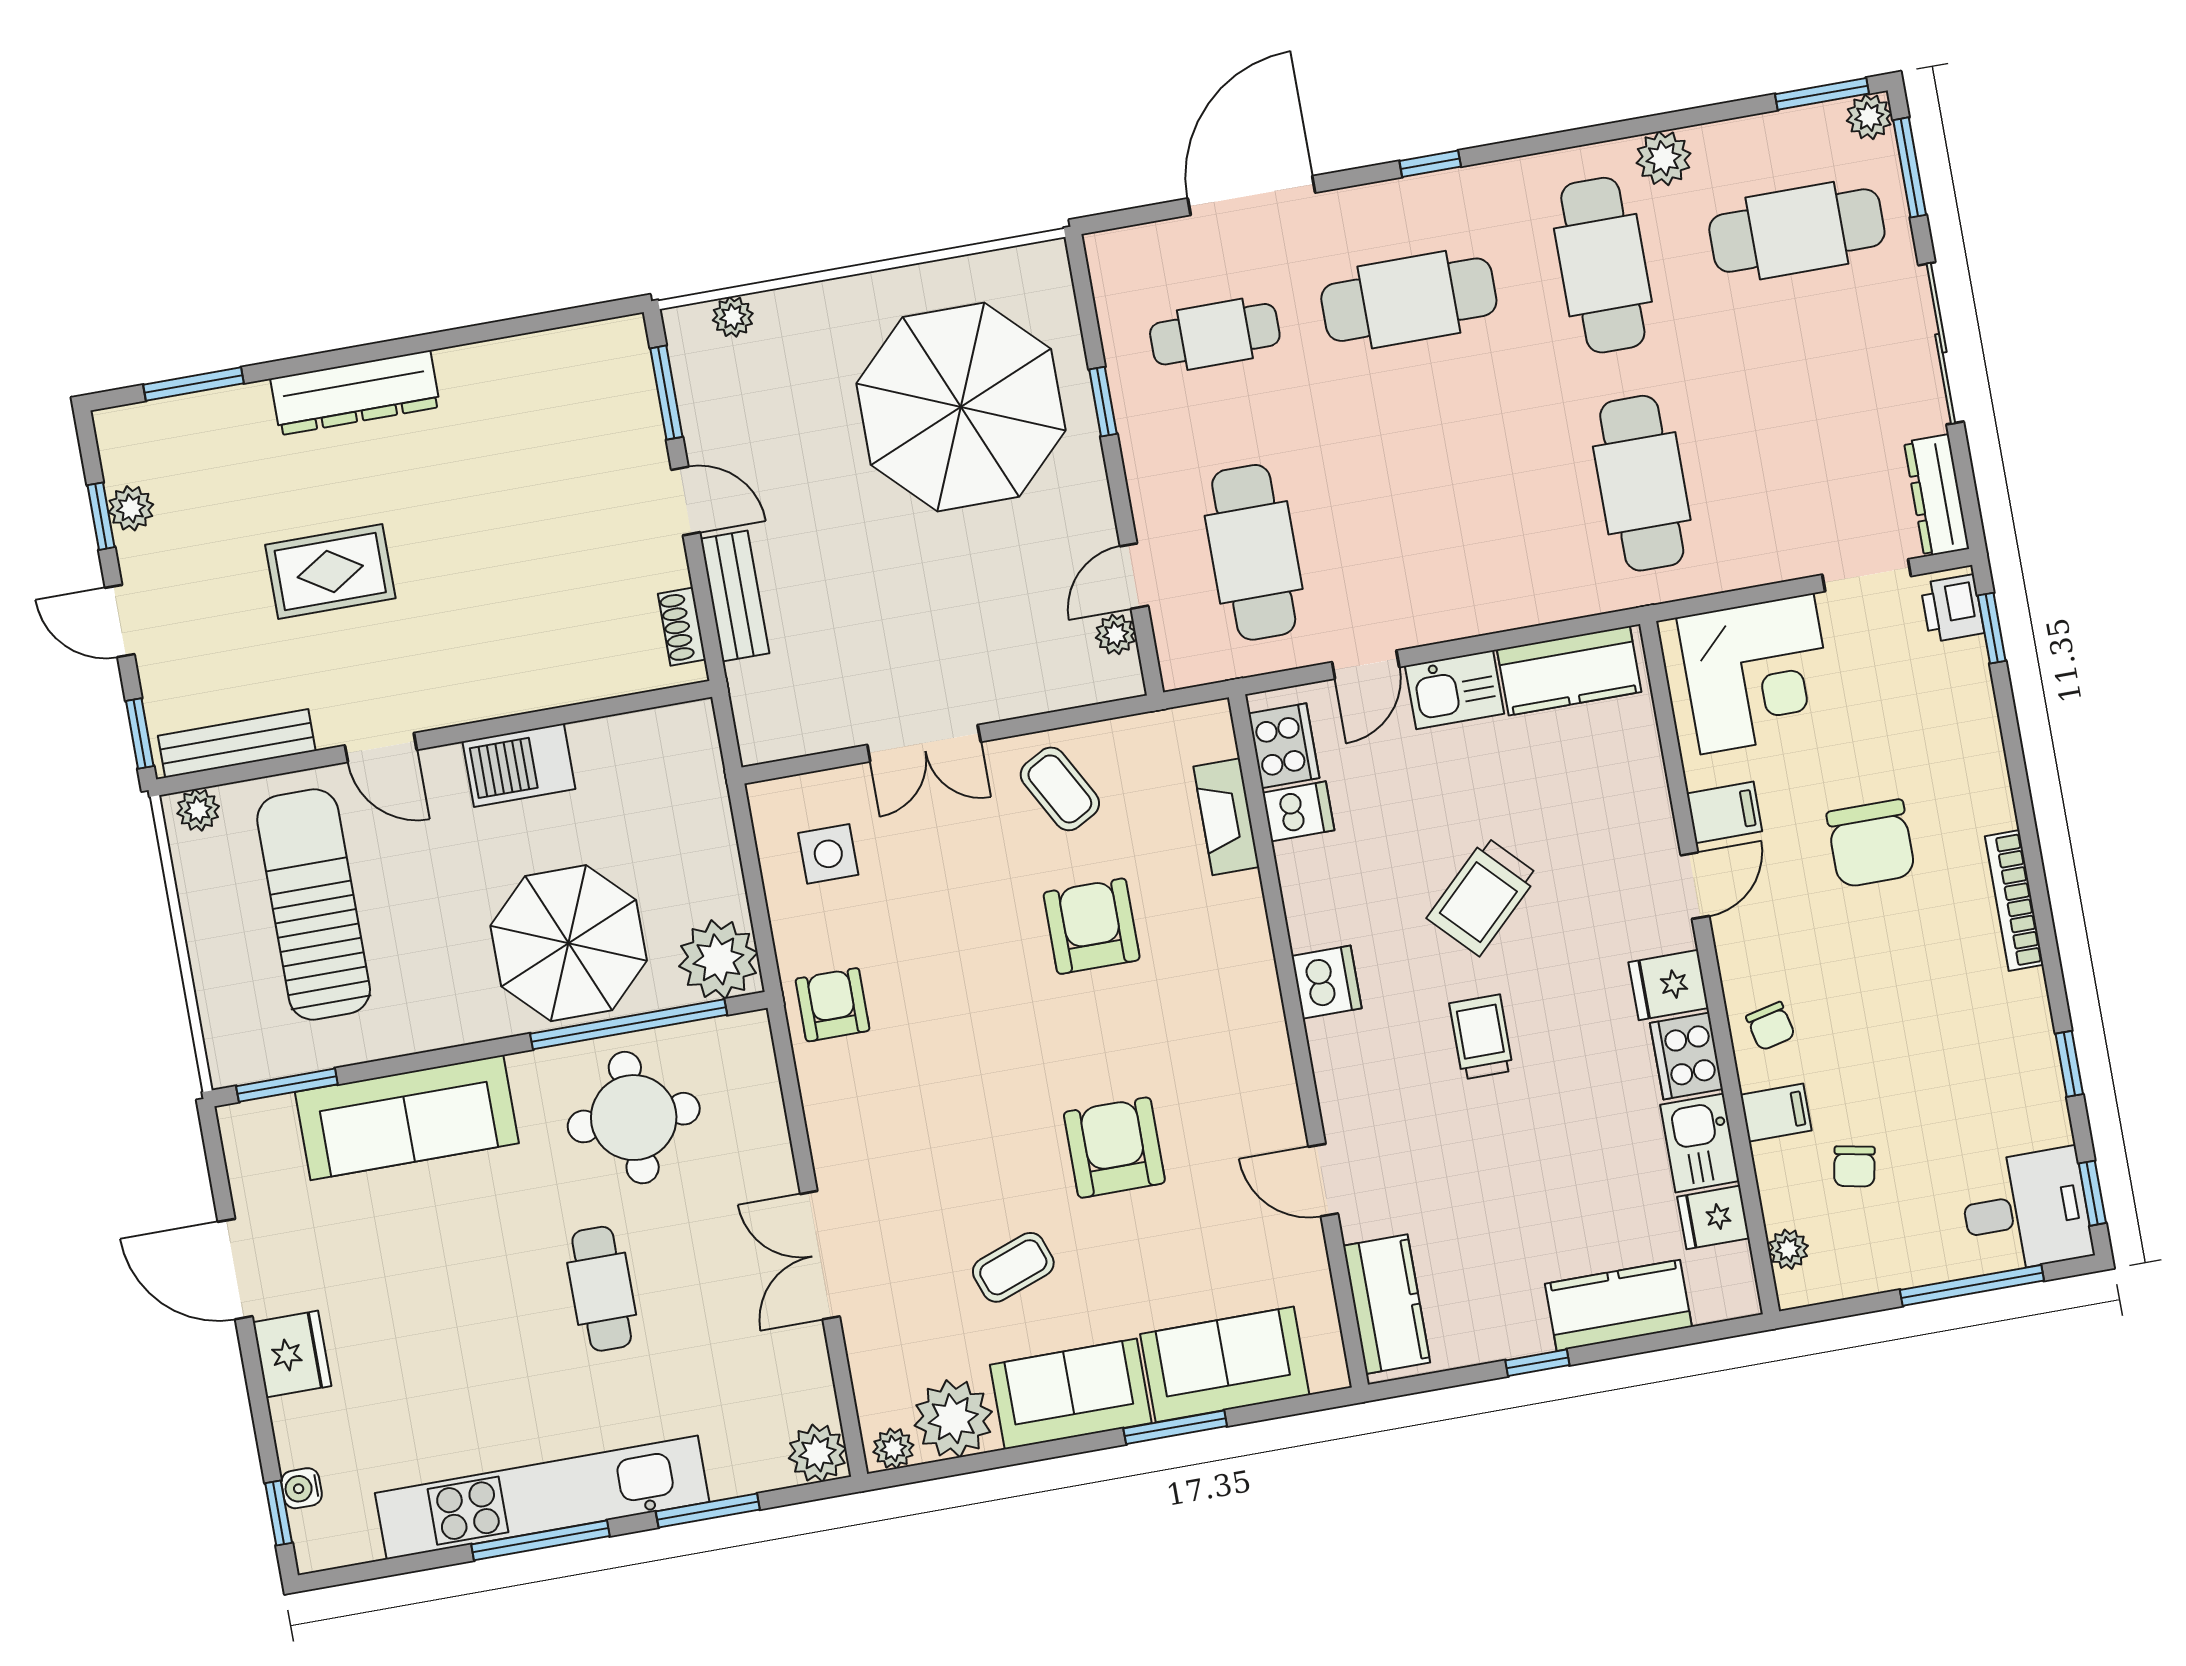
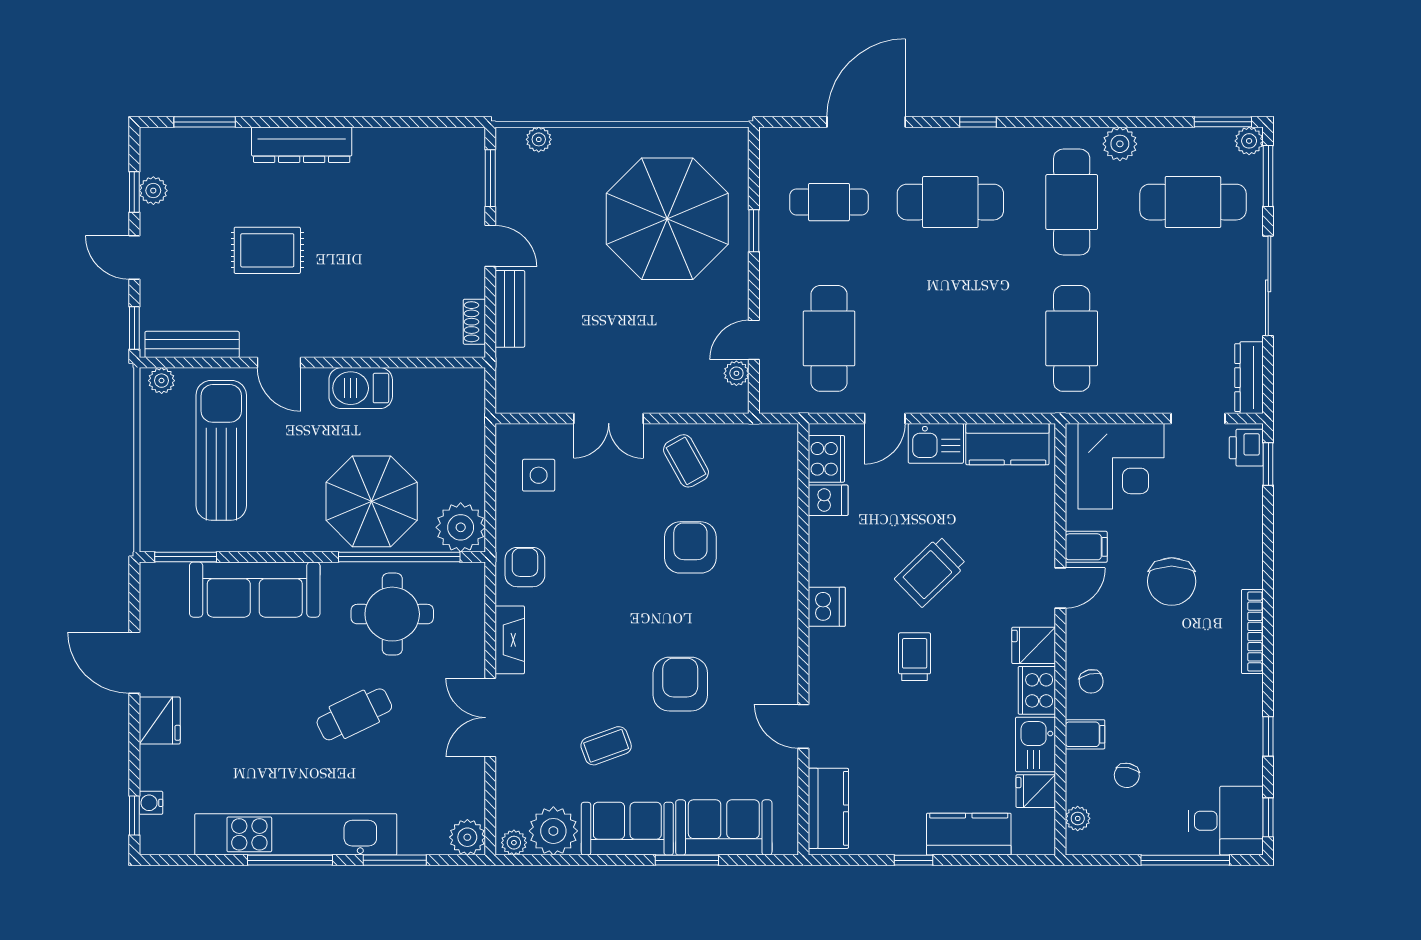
fireplace: (1226, 817) -> (510, 640), moved, turned 180
cafe table: (602, 1289) -> (354, 714), turned 64

